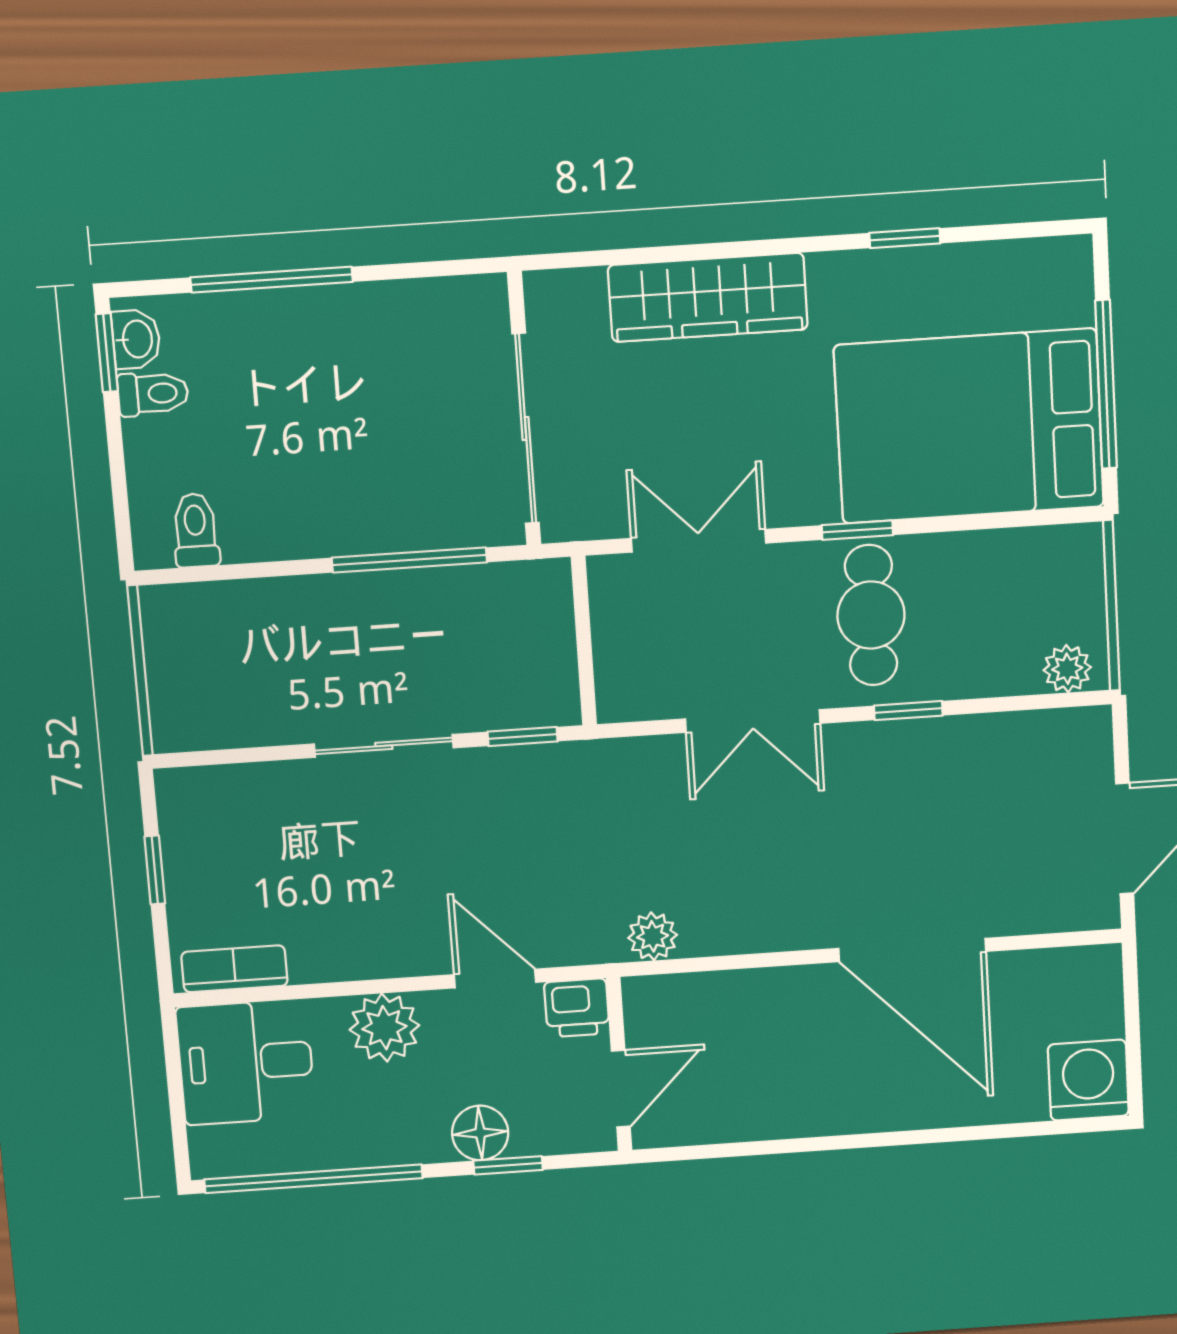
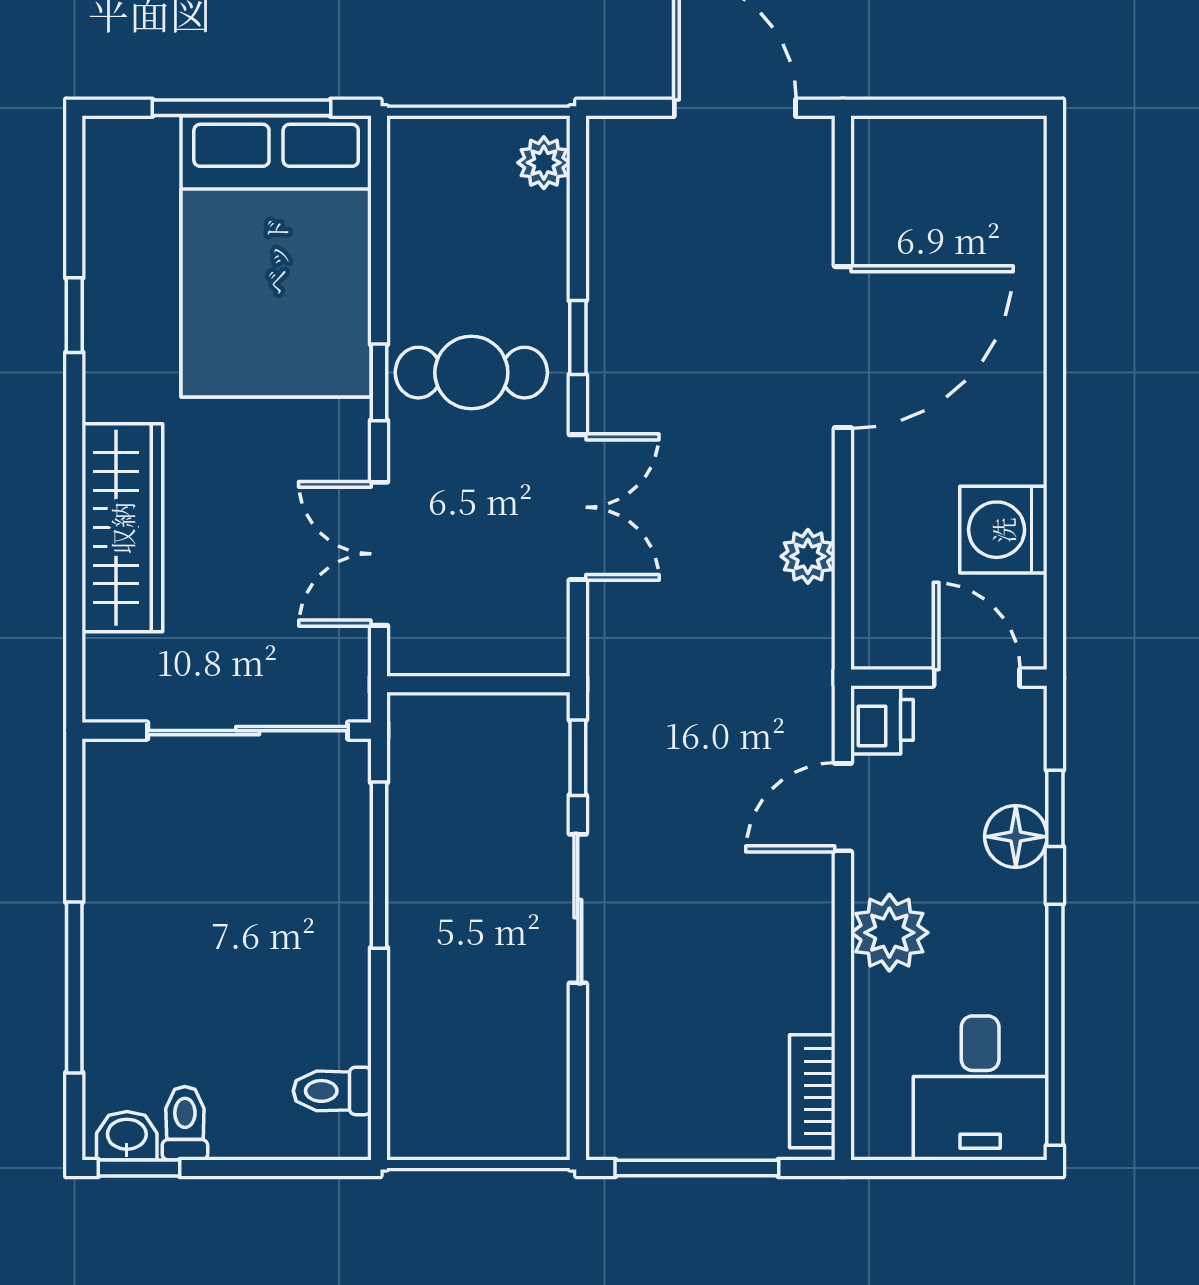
window: (155, 870) -> (697, 1168), width x2.17
plant: (653, 936) -> (808, 556), moved
desk: (246, 1062) -> (980, 1088), moved
washing machine: (1088, 1080) -> (1003, 530), moved

